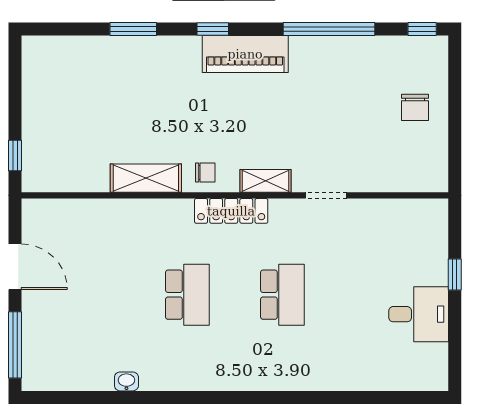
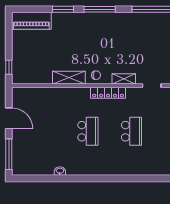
window: (213, 29) -> (100, 9), width x2.17
piano: (245, 54) -> (31, 21), moved

